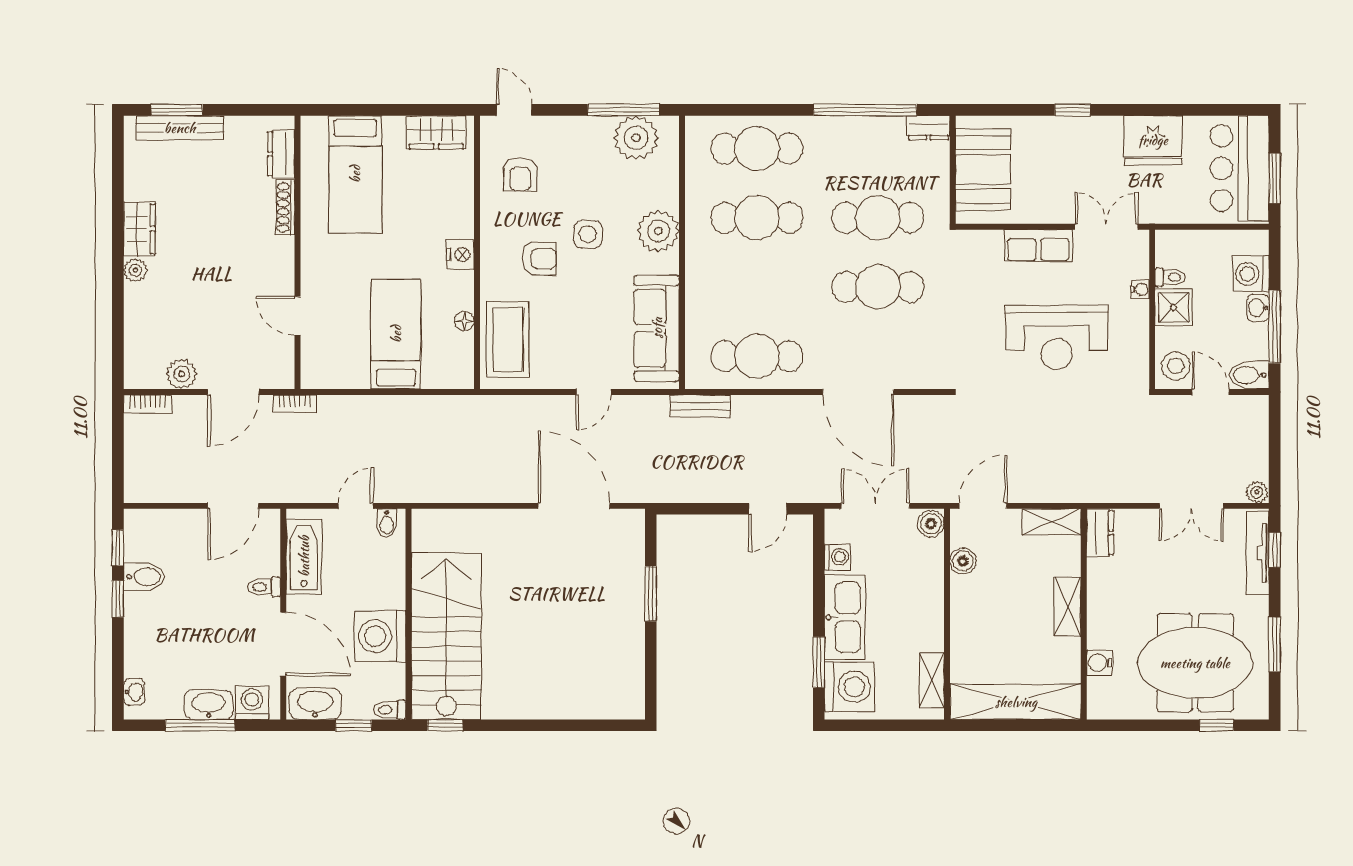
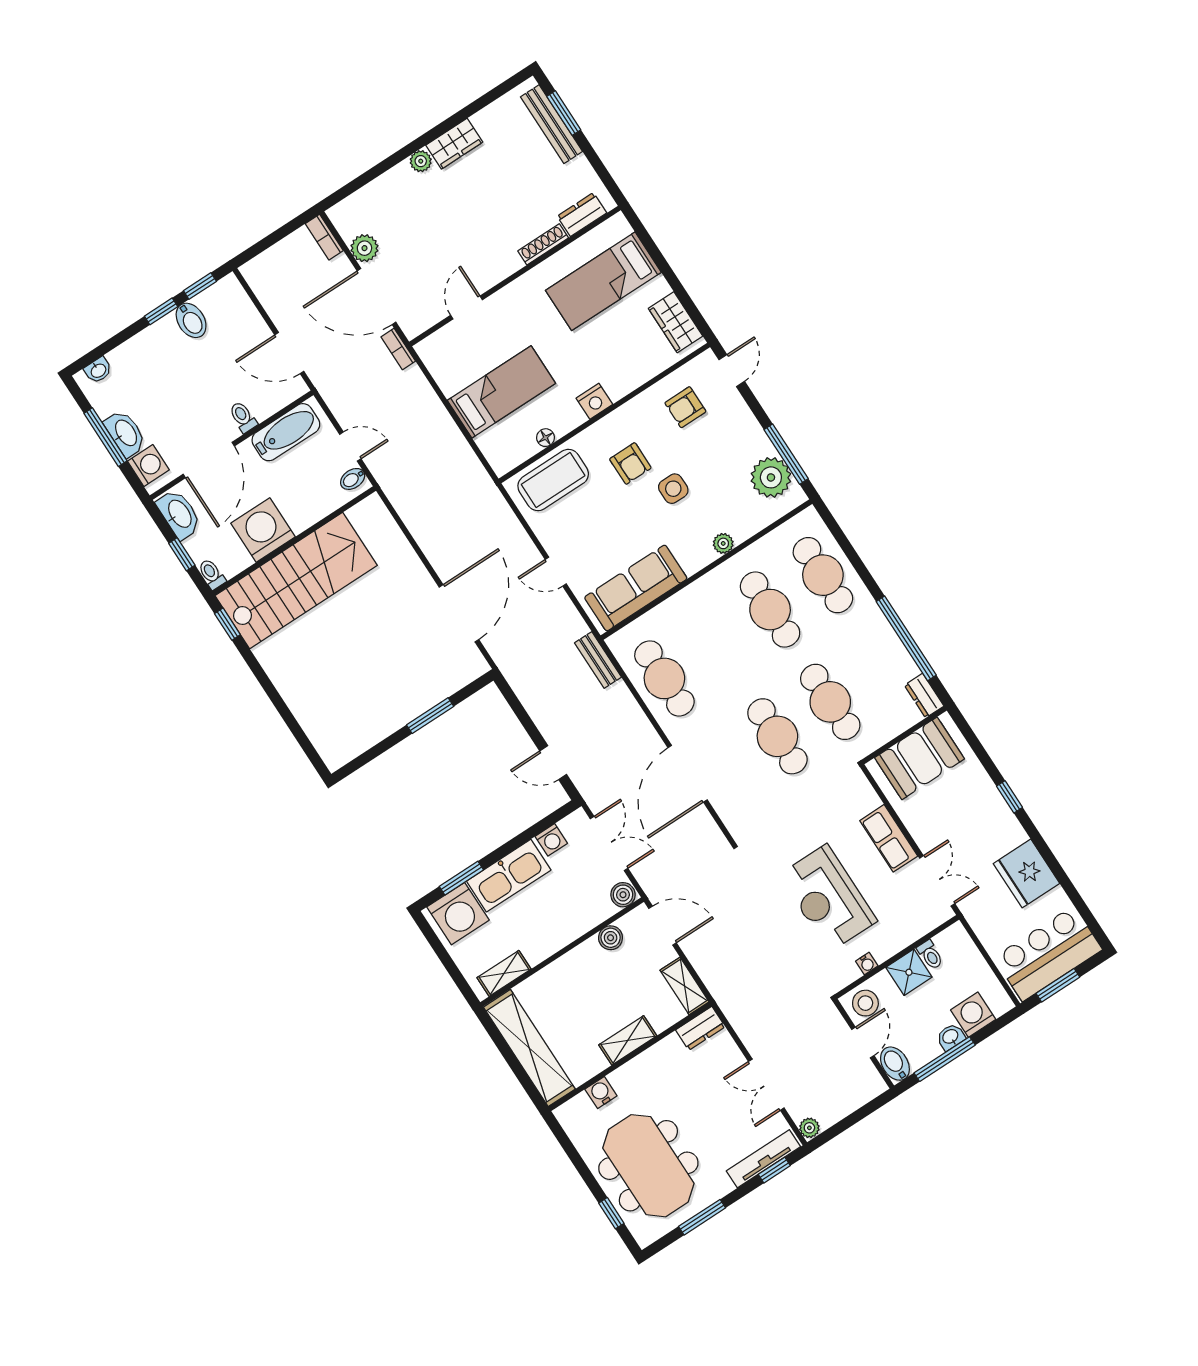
plant: (658, 231) -> (723, 543), width x0.53, depth x0.53
water cooler: (1140, 289) -> (867, 964), moved
door: (233, 392) -> (376, 297), width x1.36

